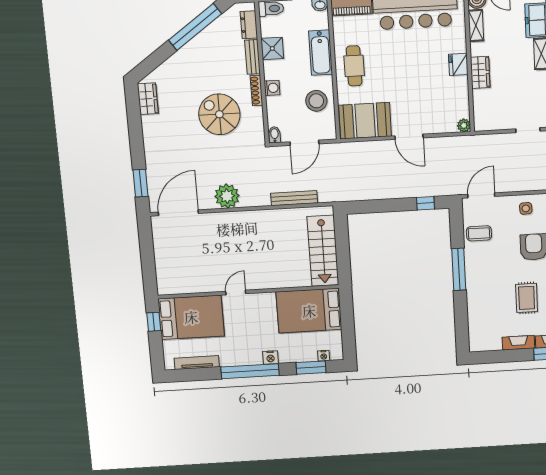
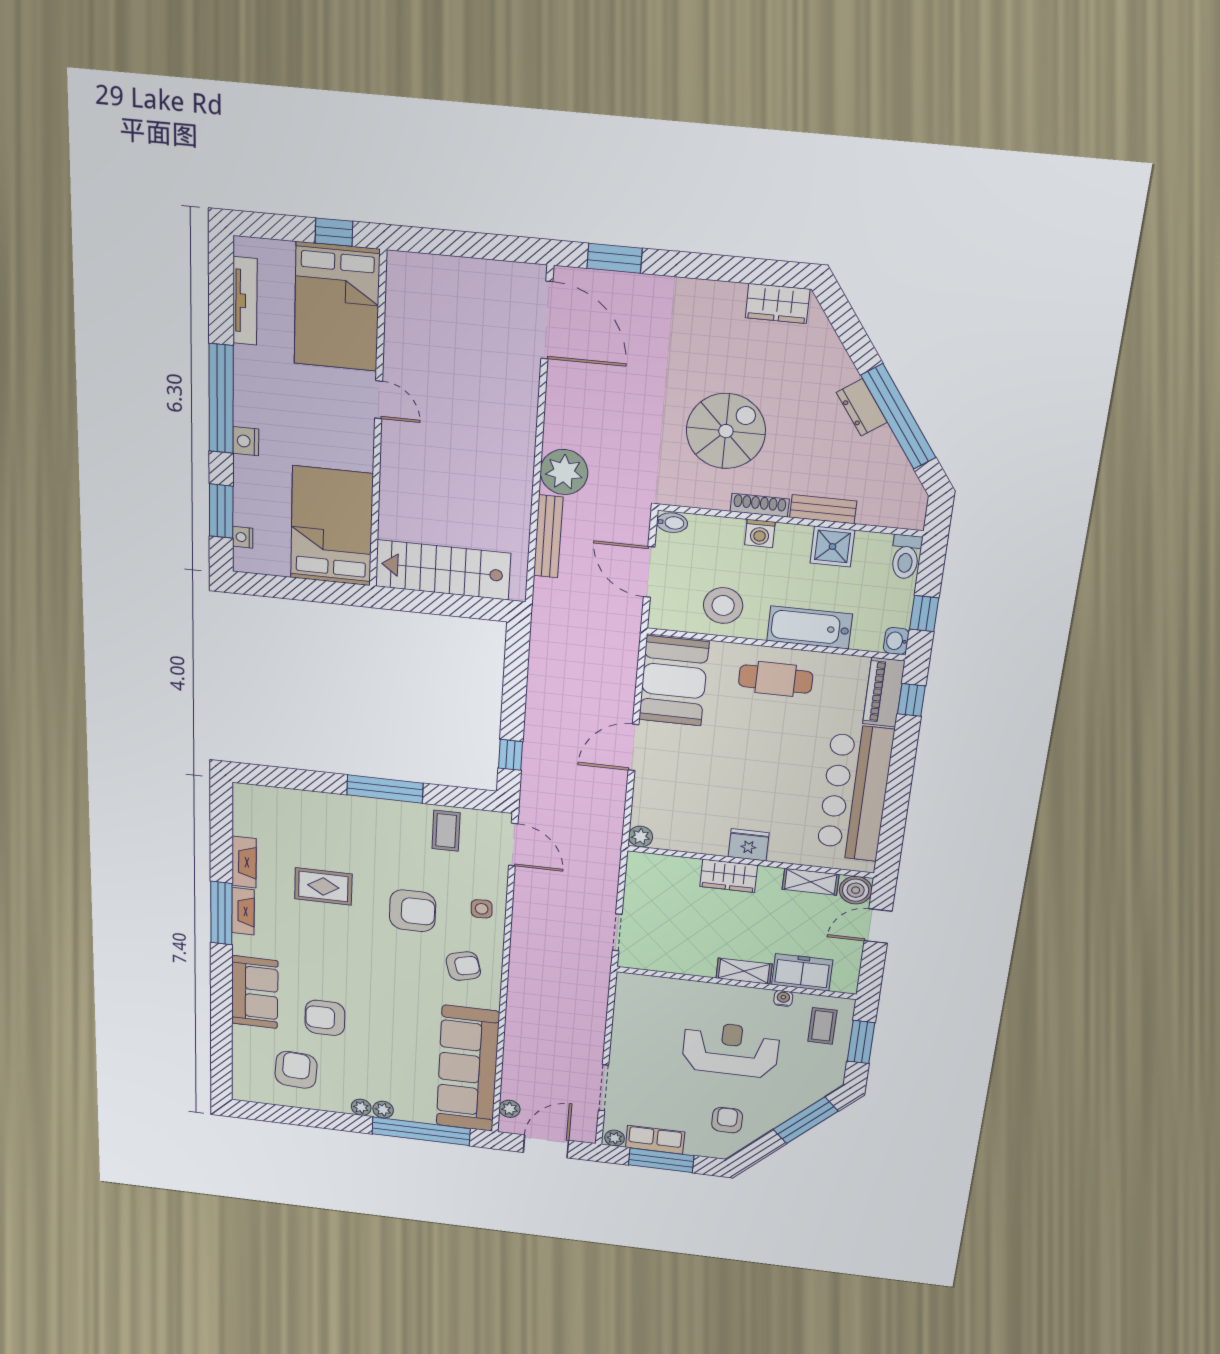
dresser: (249, 25) -> (862, 407), moved, turned -125
plant: (227, 196) -> (564, 472), moved

